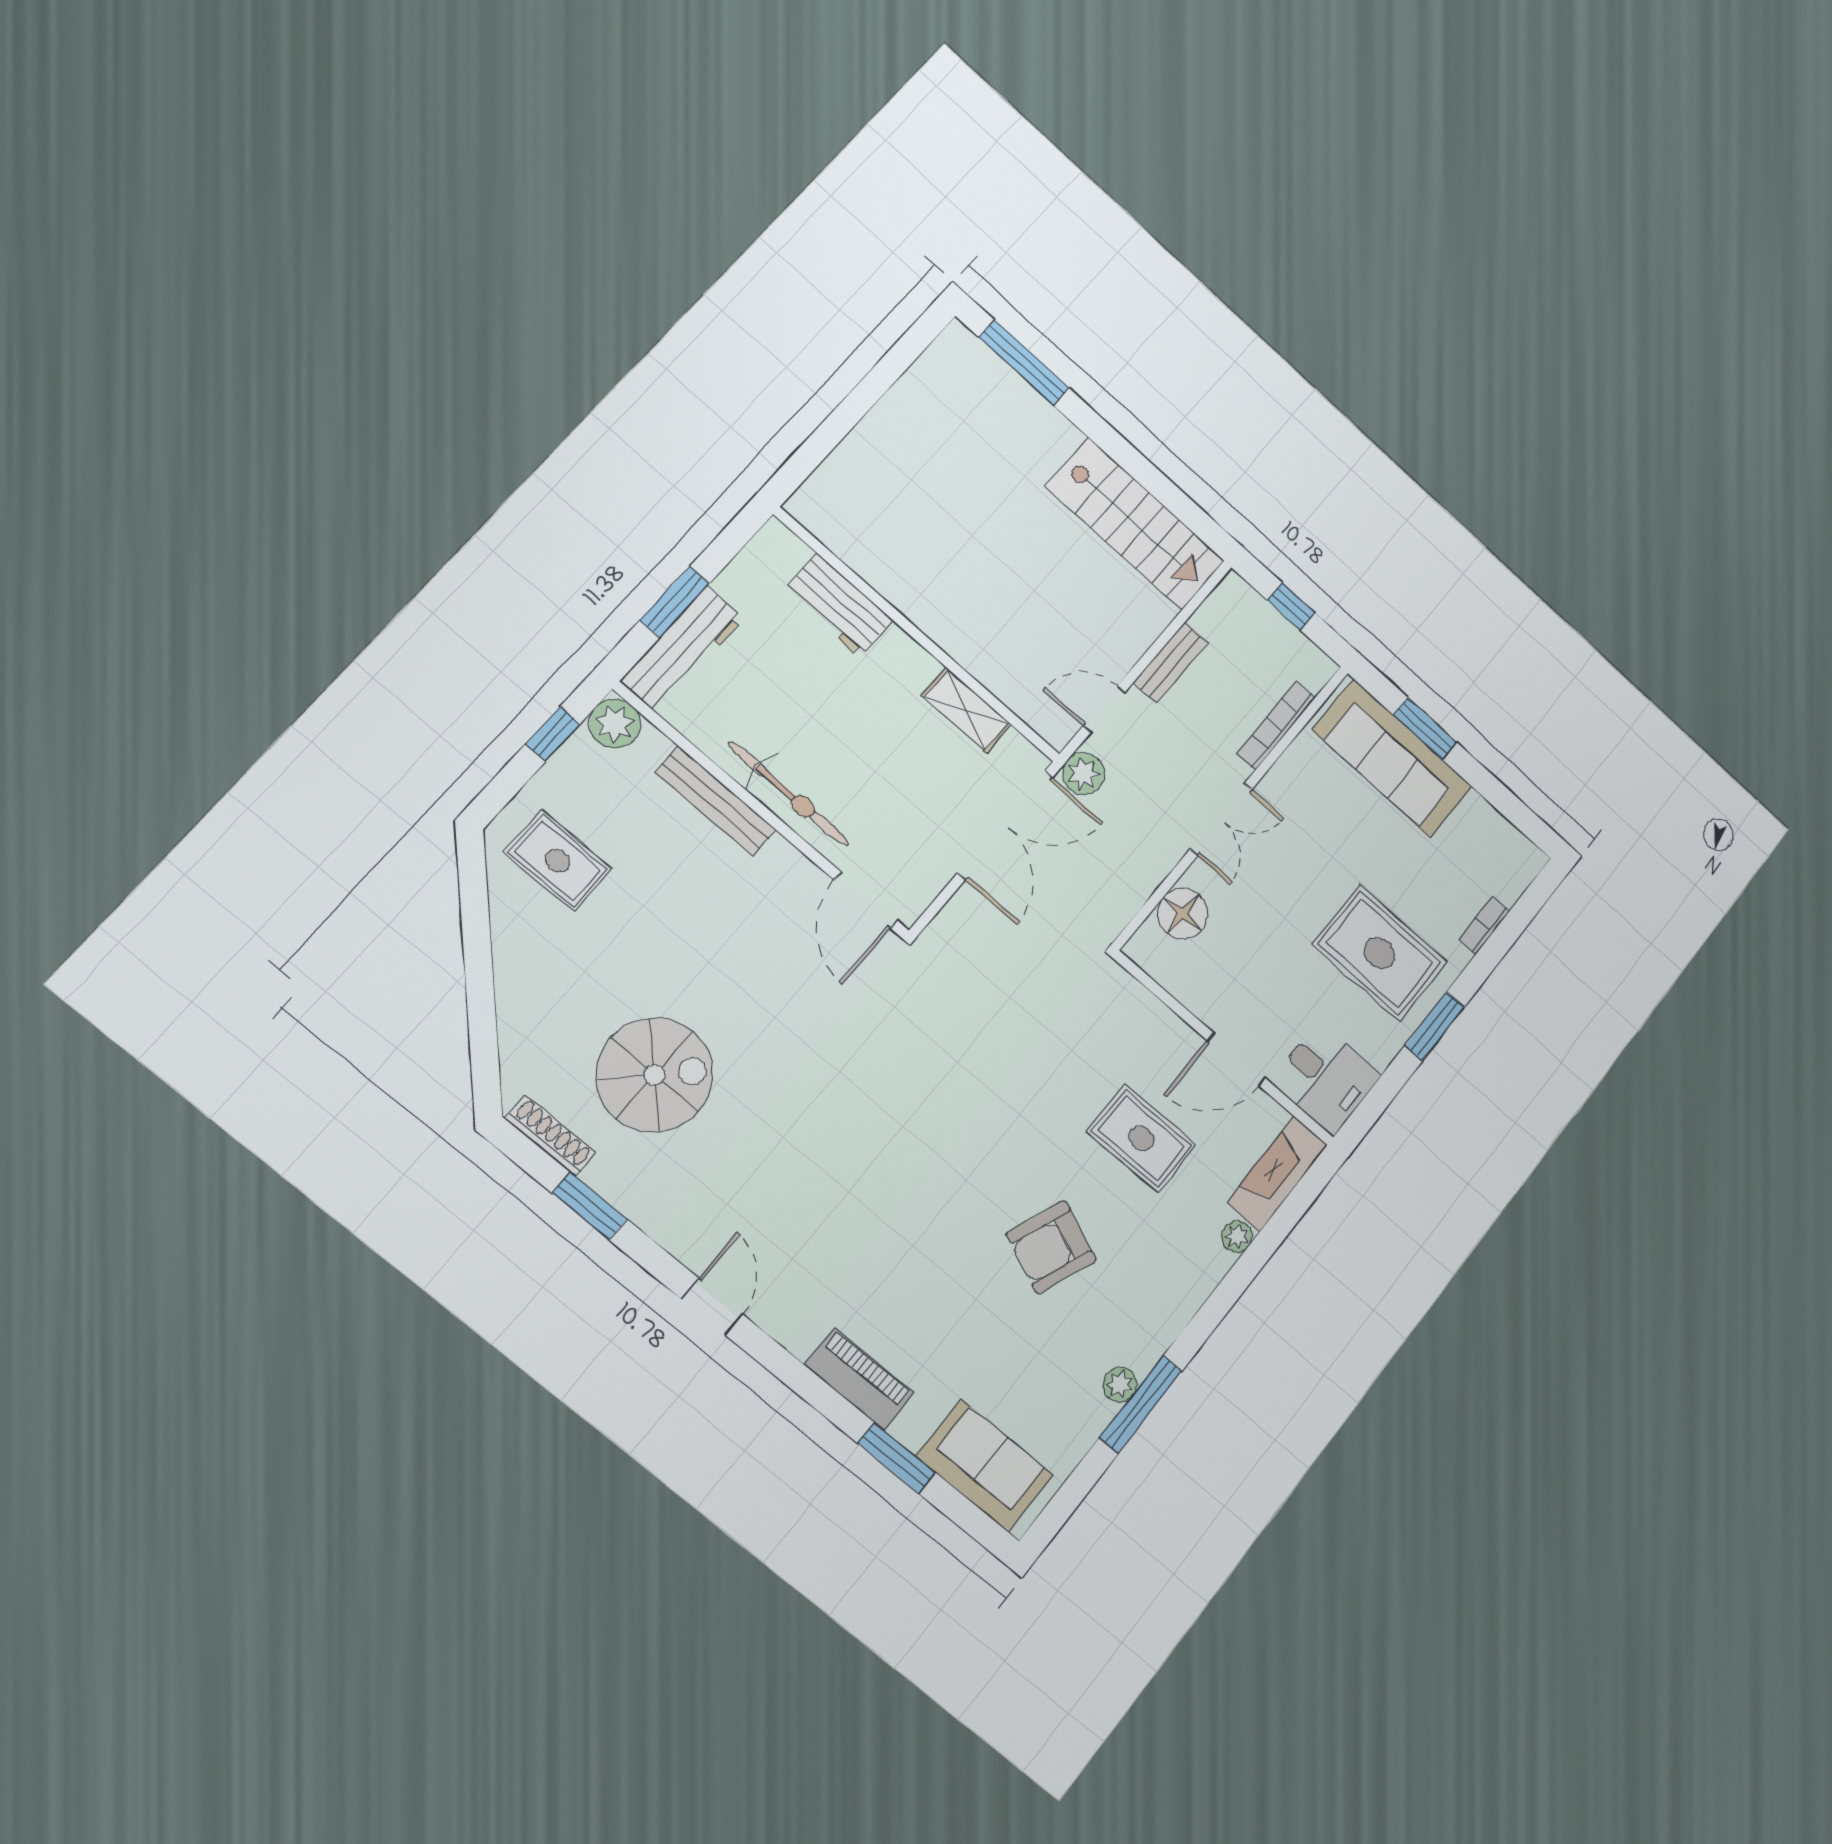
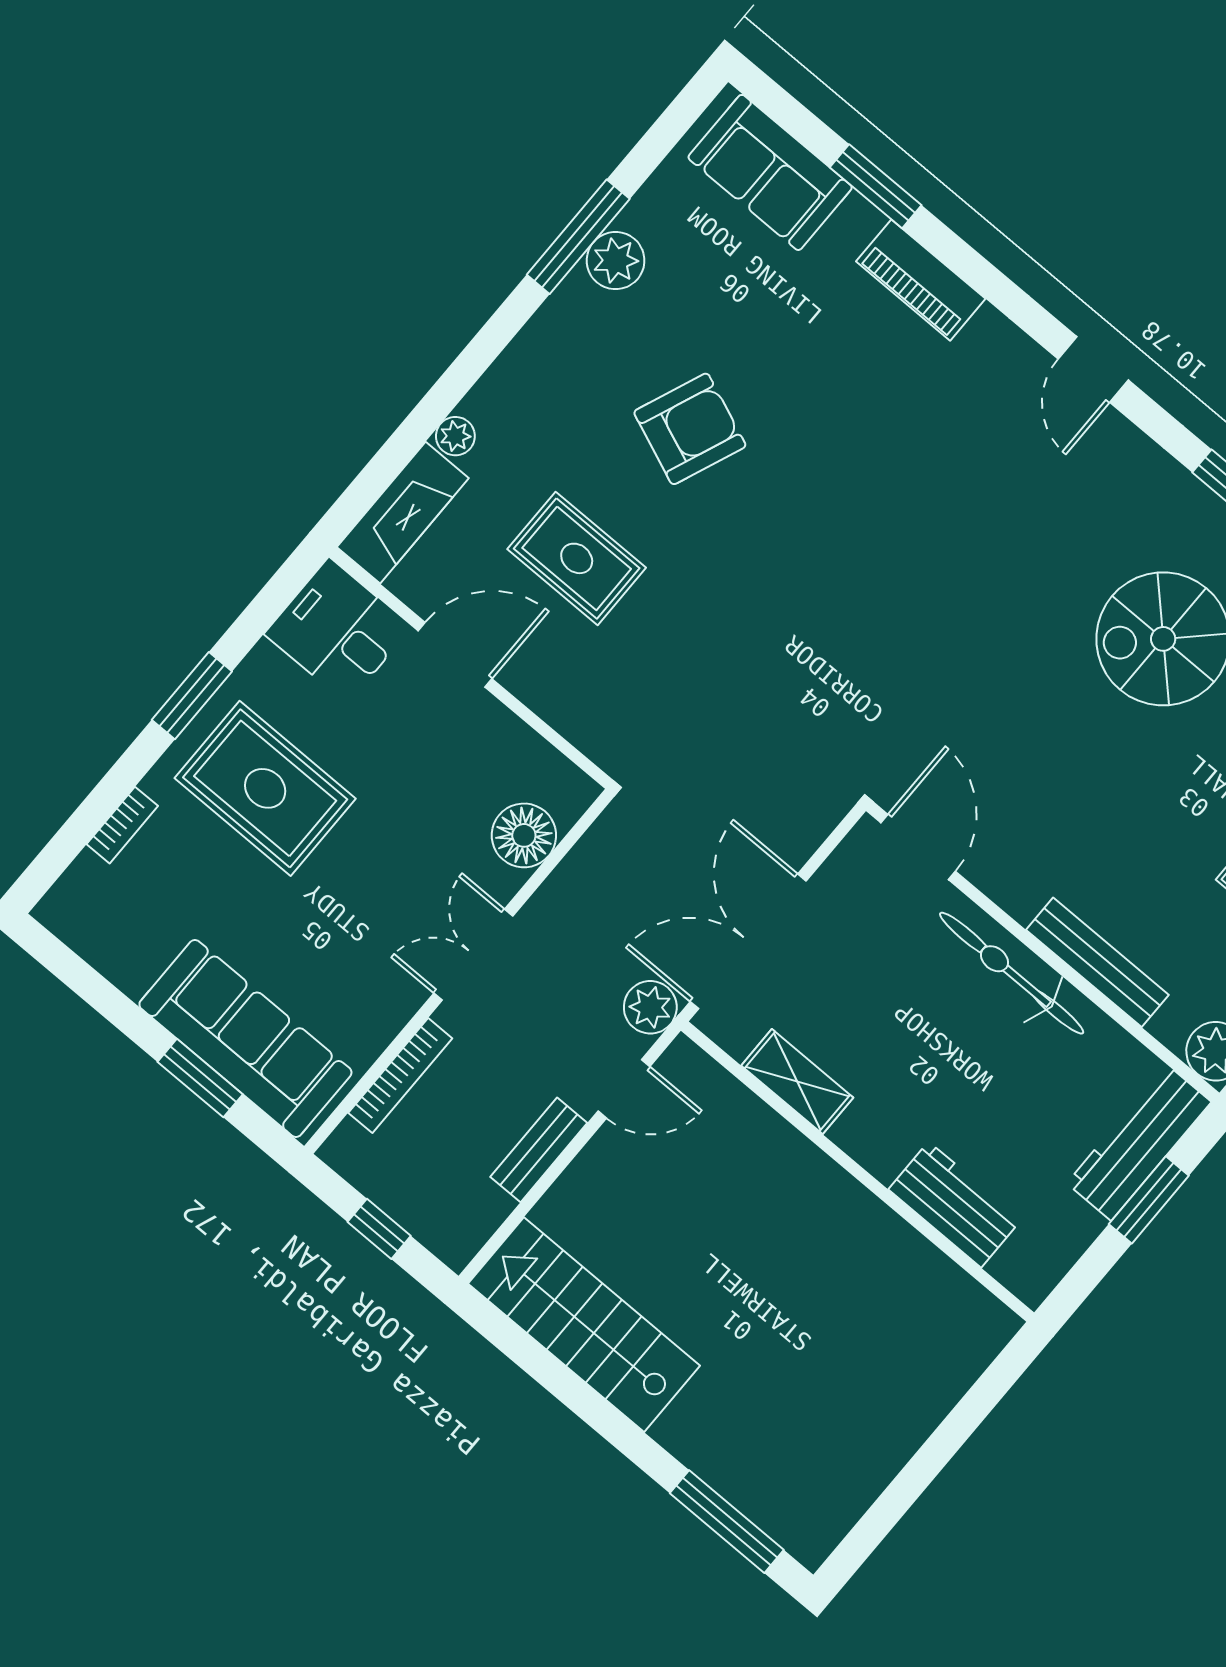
plant: (1120, 1385) -> (616, 261), width x1.38, depth x1.38

